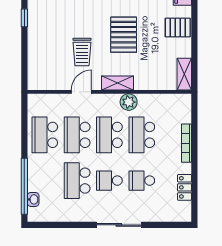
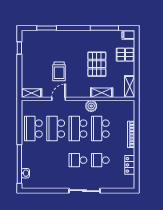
pallet: (124, 35) -> (97, 64), moved
shelving: (42, 83) -> (31, 93), added
shelving: (118, 83) -> (102, 93), moved
school desk: (77, 181) -> (56, 160), removed

